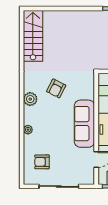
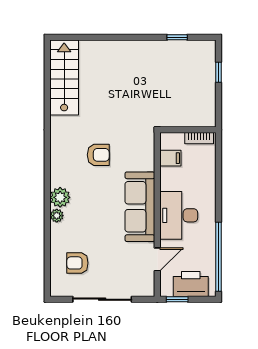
armchair: (56, 88) -> (98, 155), turned -117
plant: (30, 99) -> (60, 197), moved

